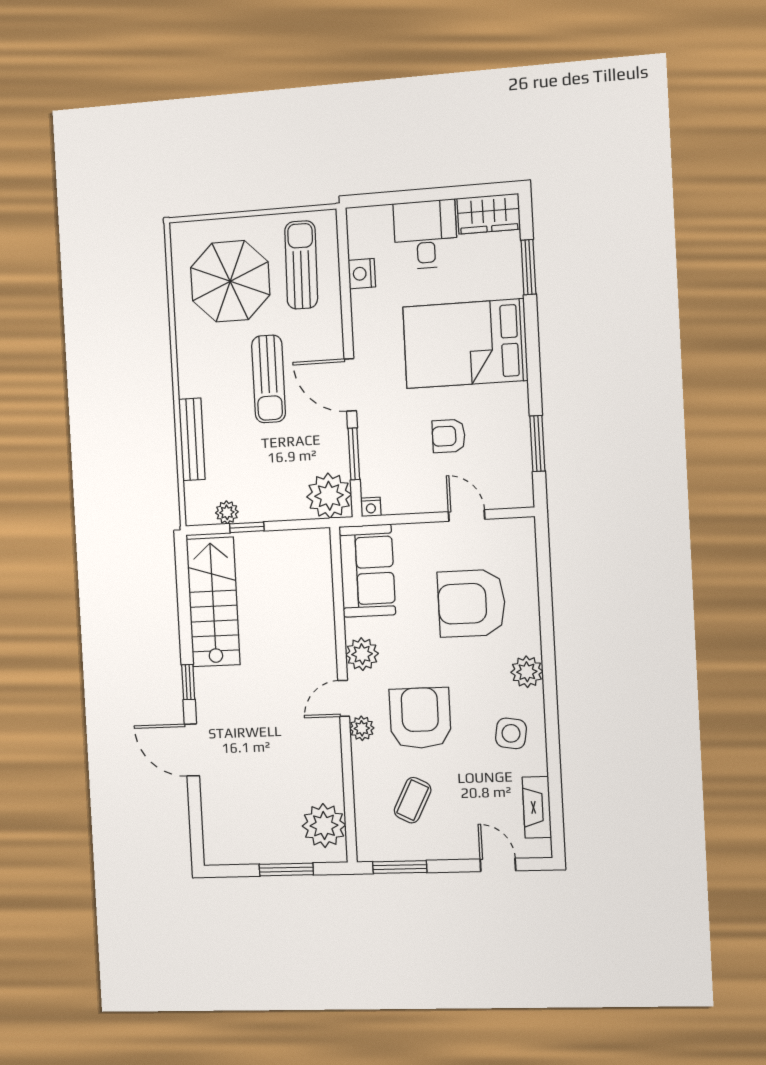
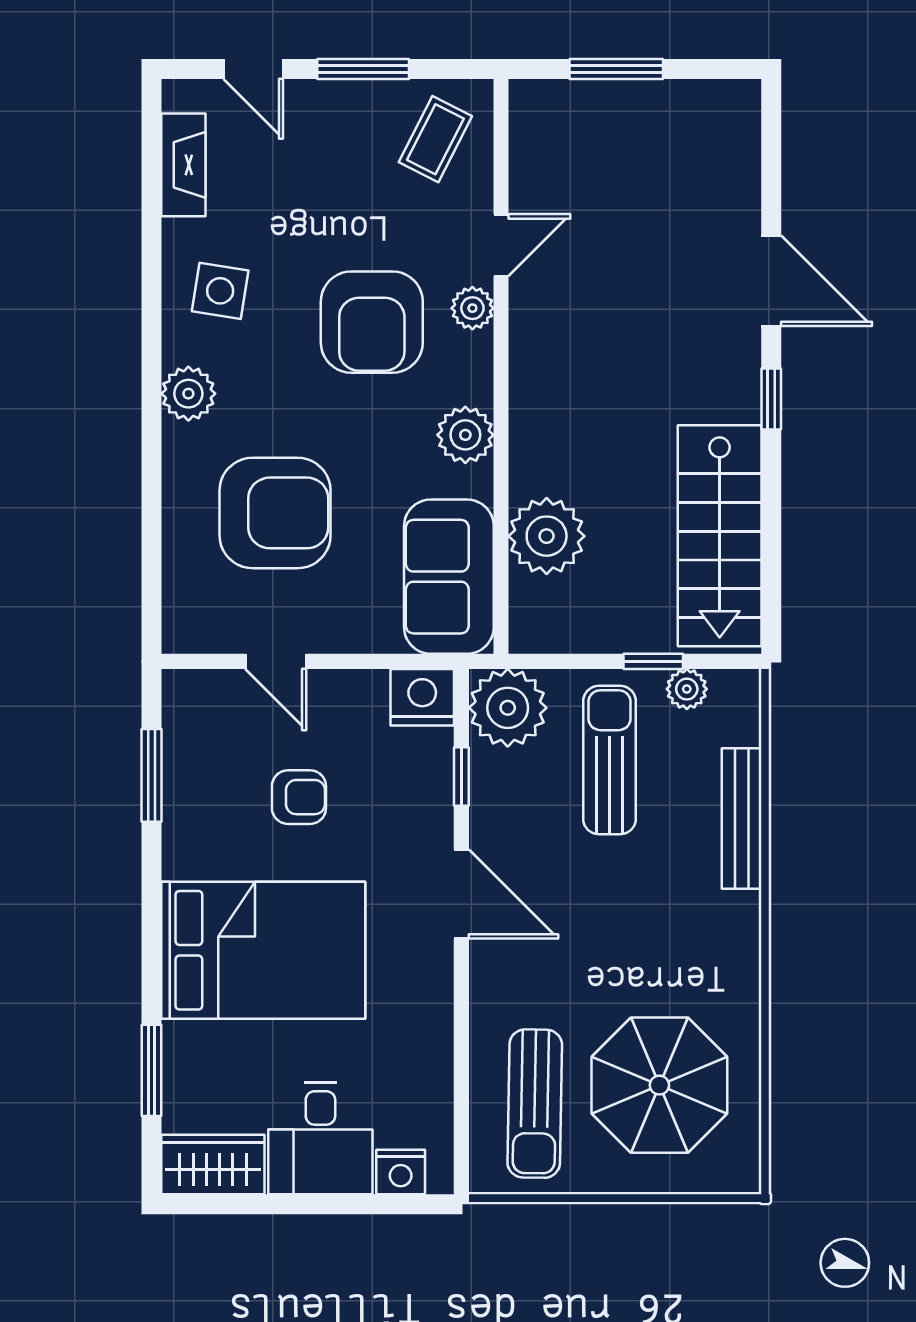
nightstand: (362, 274) -> (401, 1172), moved, turned 90
sun lounger: (269, 379) -> (610, 760), moved
window: (354, 454) -> (461, 776), width x0.67
nightstand: (371, 507) -> (422, 697), width x1.89, depth x1.79
door: (344, 698) -> (501, 245), moved
coffee table: (413, 800) -> (435, 139), moved
plant: (324, 826) -> (547, 536), moved
window: (400, 867) -> (363, 69), moved

